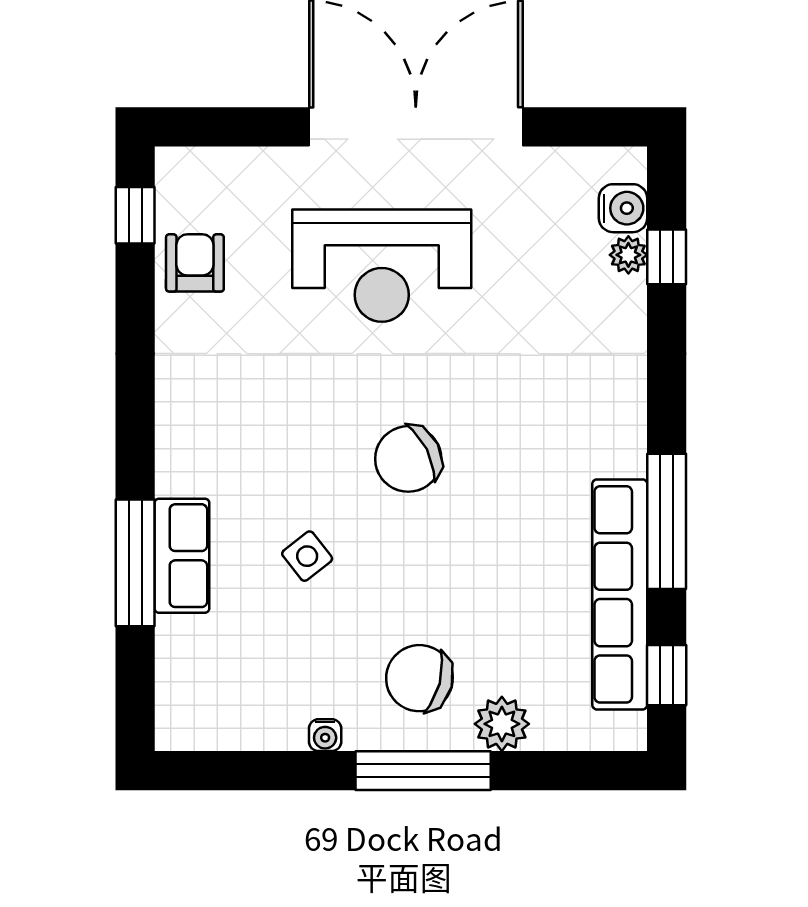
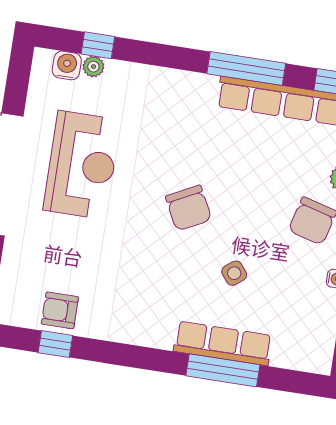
window: (135, 215) -> (55, 344), moved
reception desk: (382, 266) -> (82, 165), moved
row of seats: (182, 556) -> (223, 343), width x1.48

